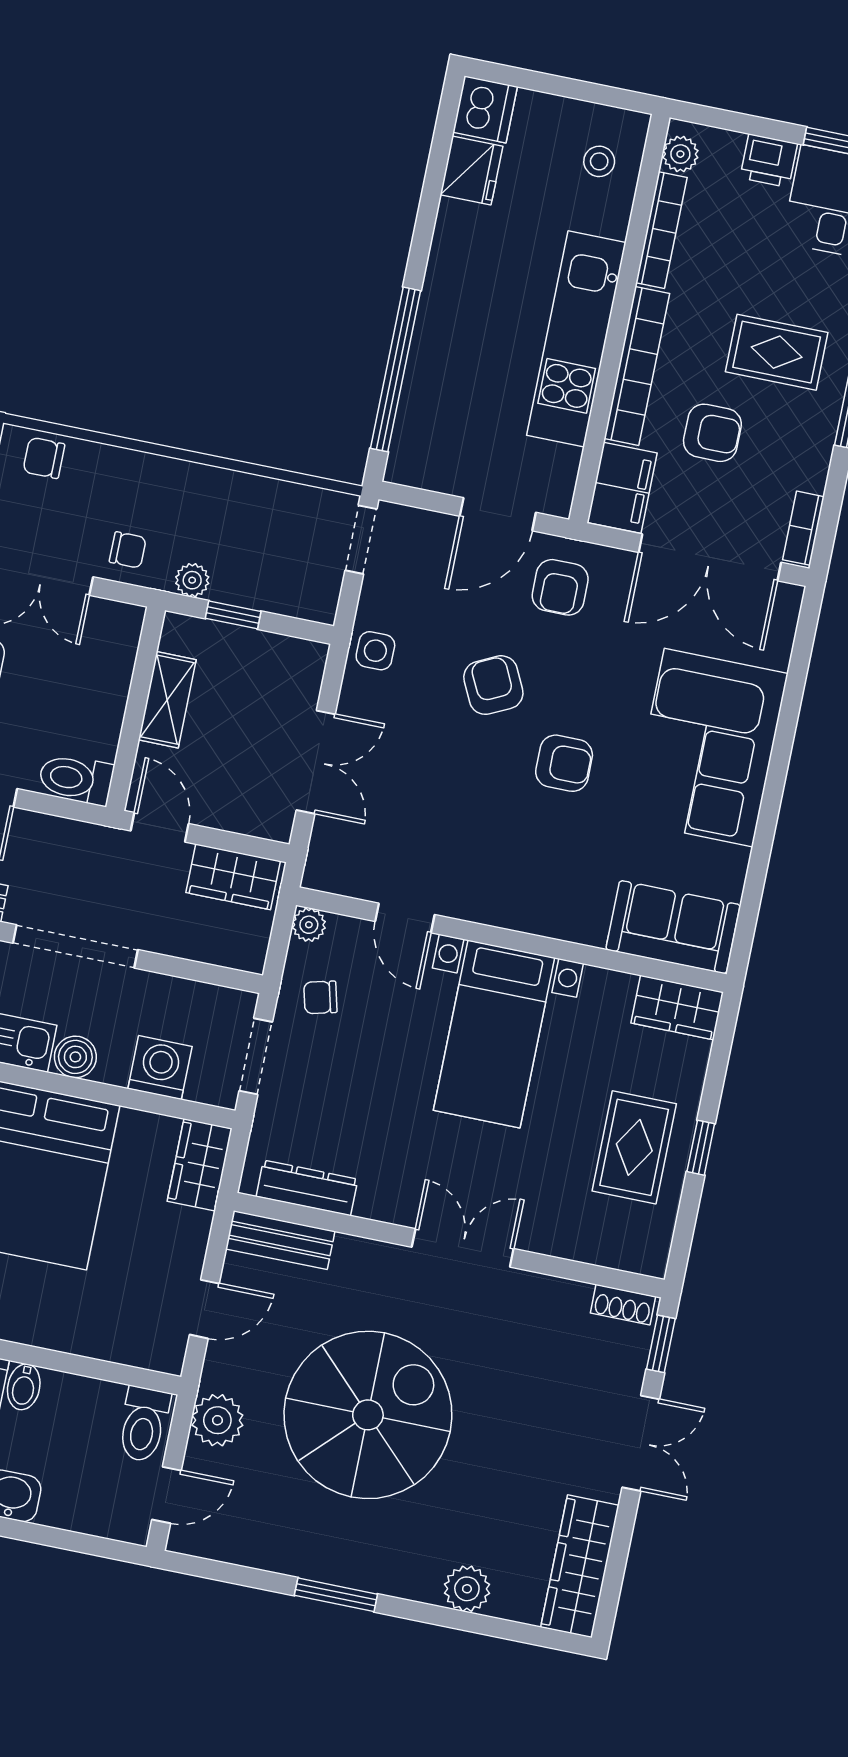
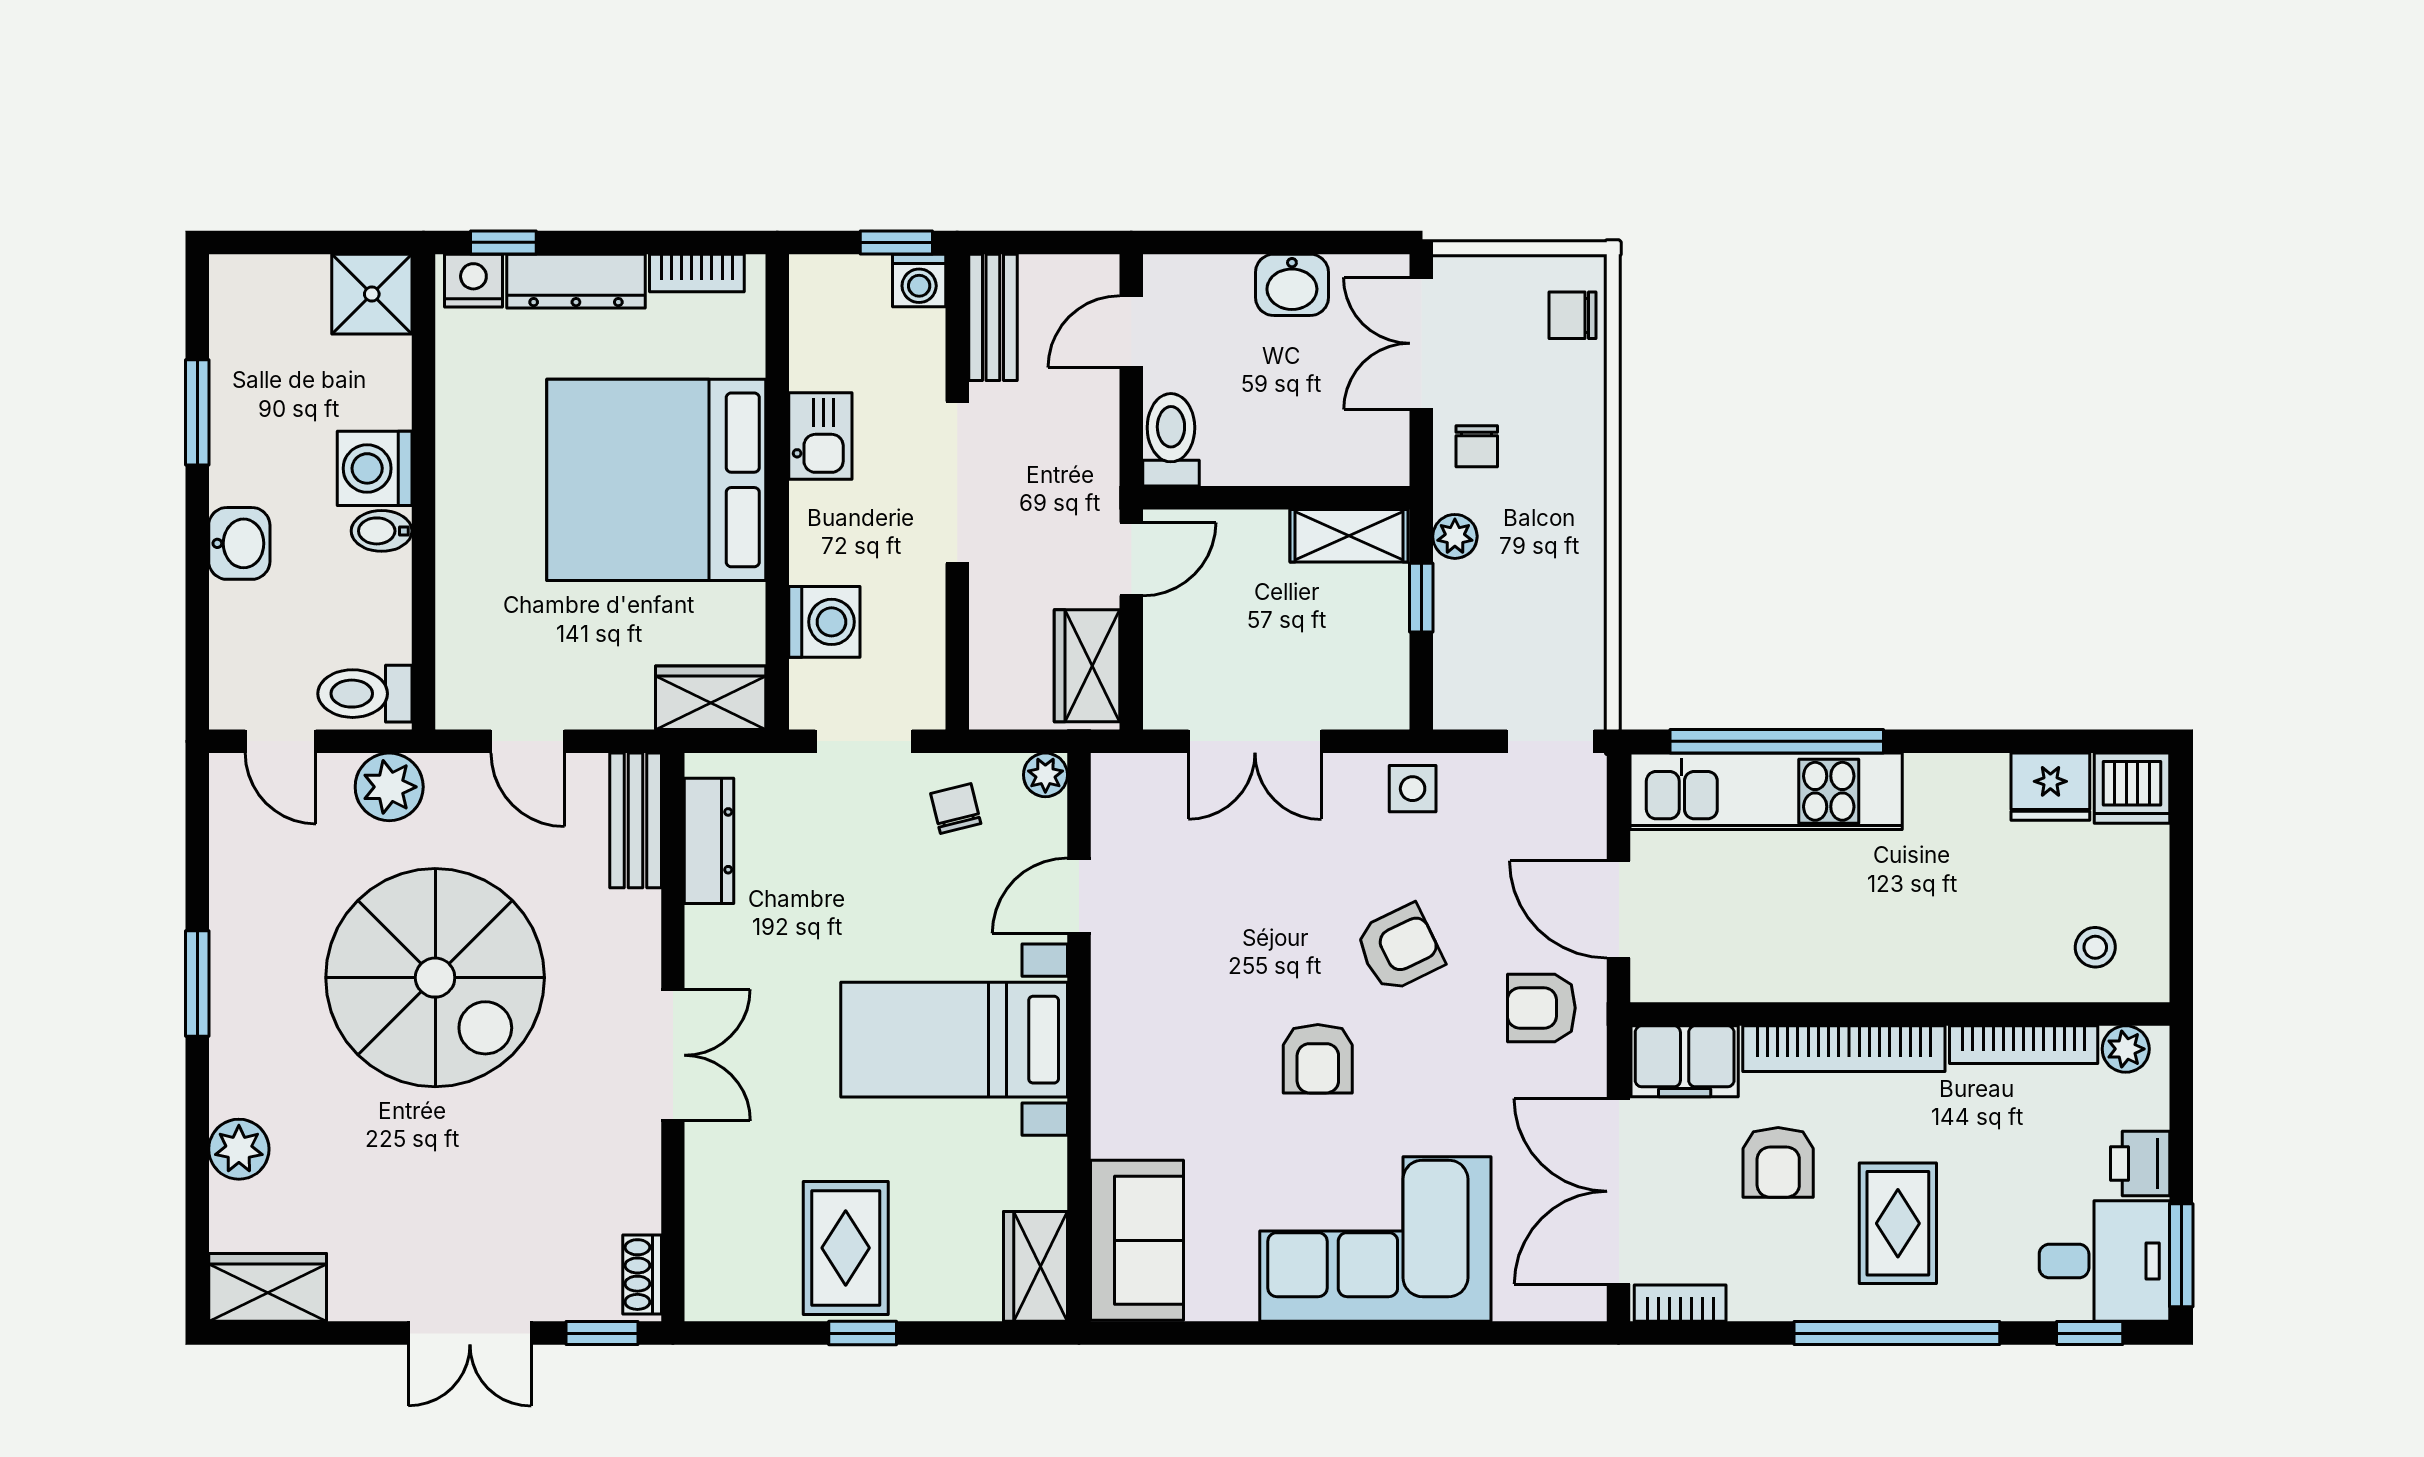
kitchen unit: (576, 339) -> (1766, 791), moved, turned 180
chair: (44, 458) -> (1573, 315), turned -90
shelving: (167, 700) -> (1349, 536), moved
boiler: (75, 1057) -> (816, 511), removed
rug: (634, 1147) -> (846, 1248), turned 90
wardrobe: (580, 1566) -> (268, 1287), width x0.67

